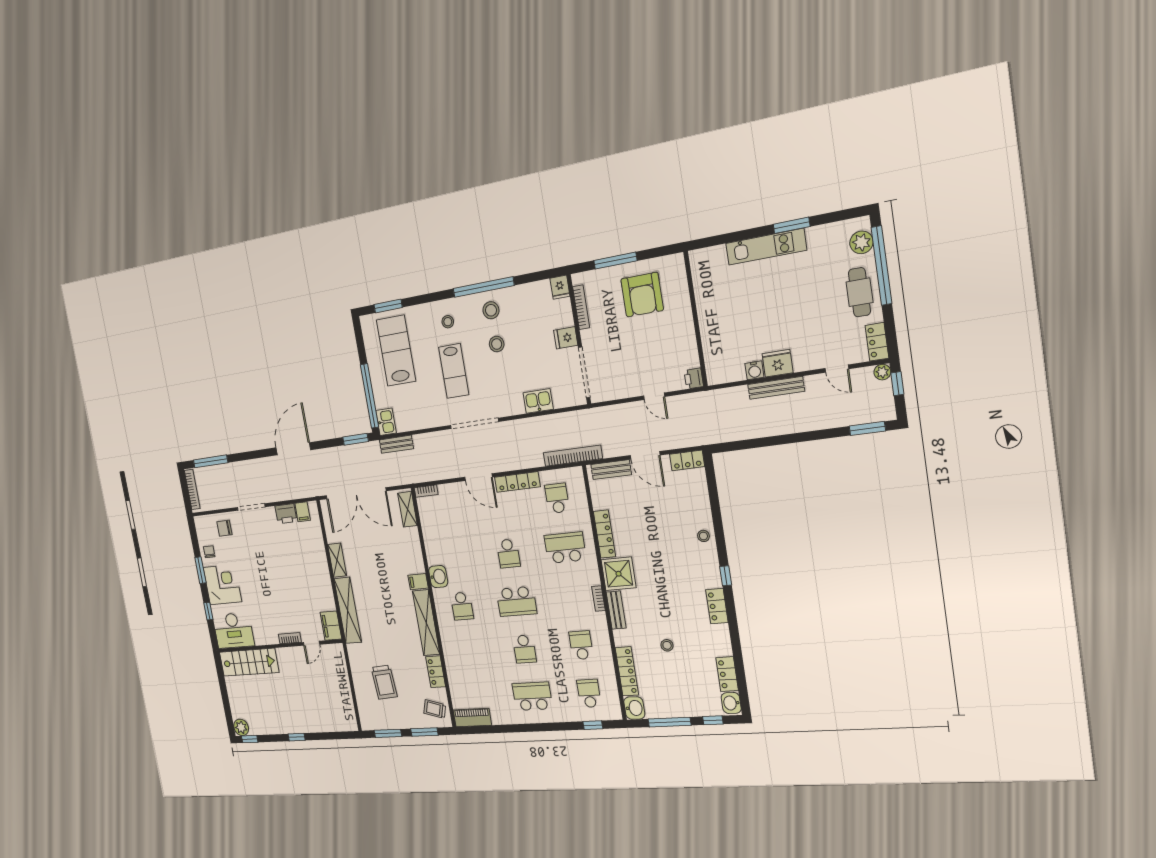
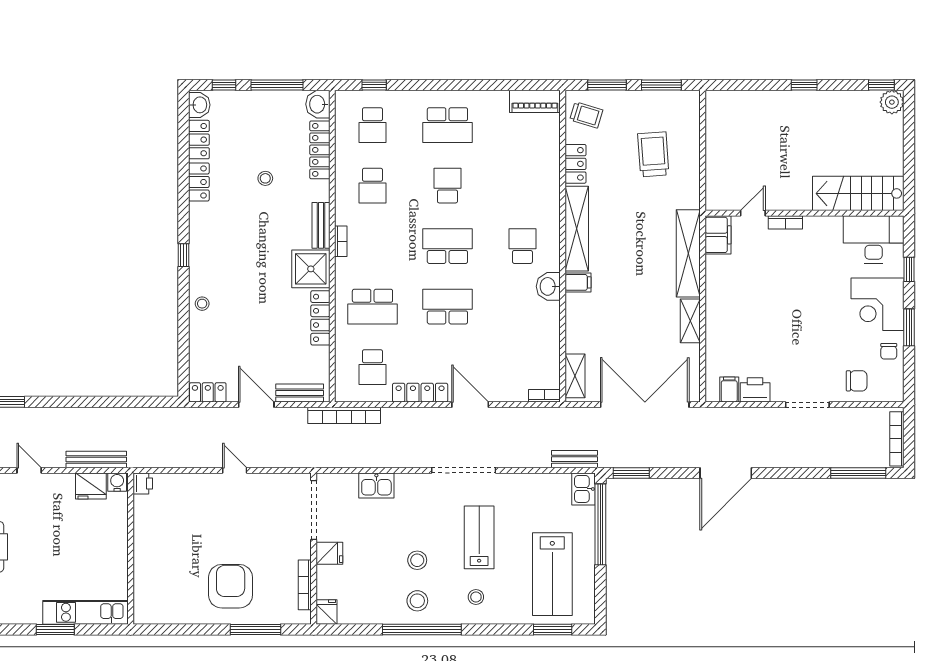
wall: (696, 319) -> (131, 549), moved
printer: (694, 378) -> (143, 484), moved
school desk: (508, 553) -> (447, 307), width x1.85
locker: (717, 606) -> (199, 182), moved

